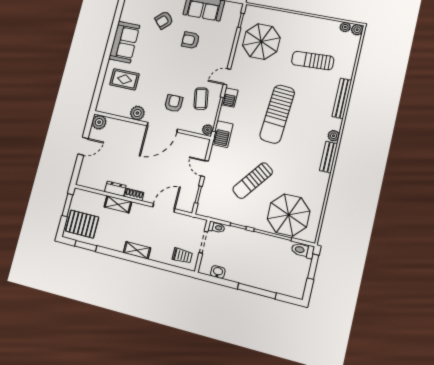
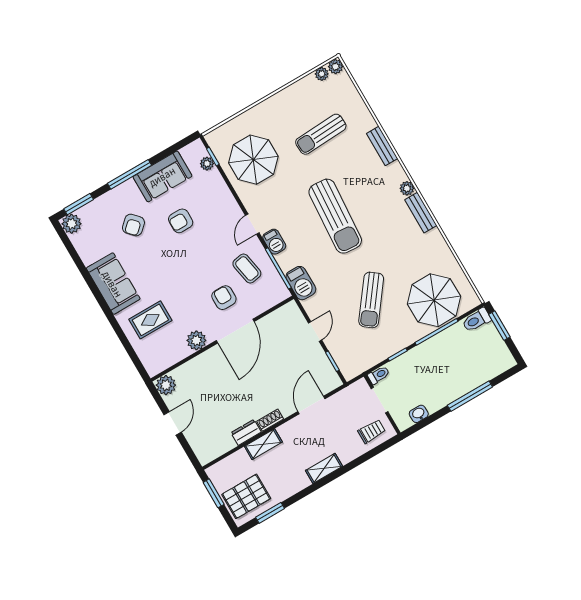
bench: (342, 98) -> (382, 146), width x0.73
plant: (208, 130) -> (207, 164), moved
door: (205, 169) -> (315, 331), swing flipped

